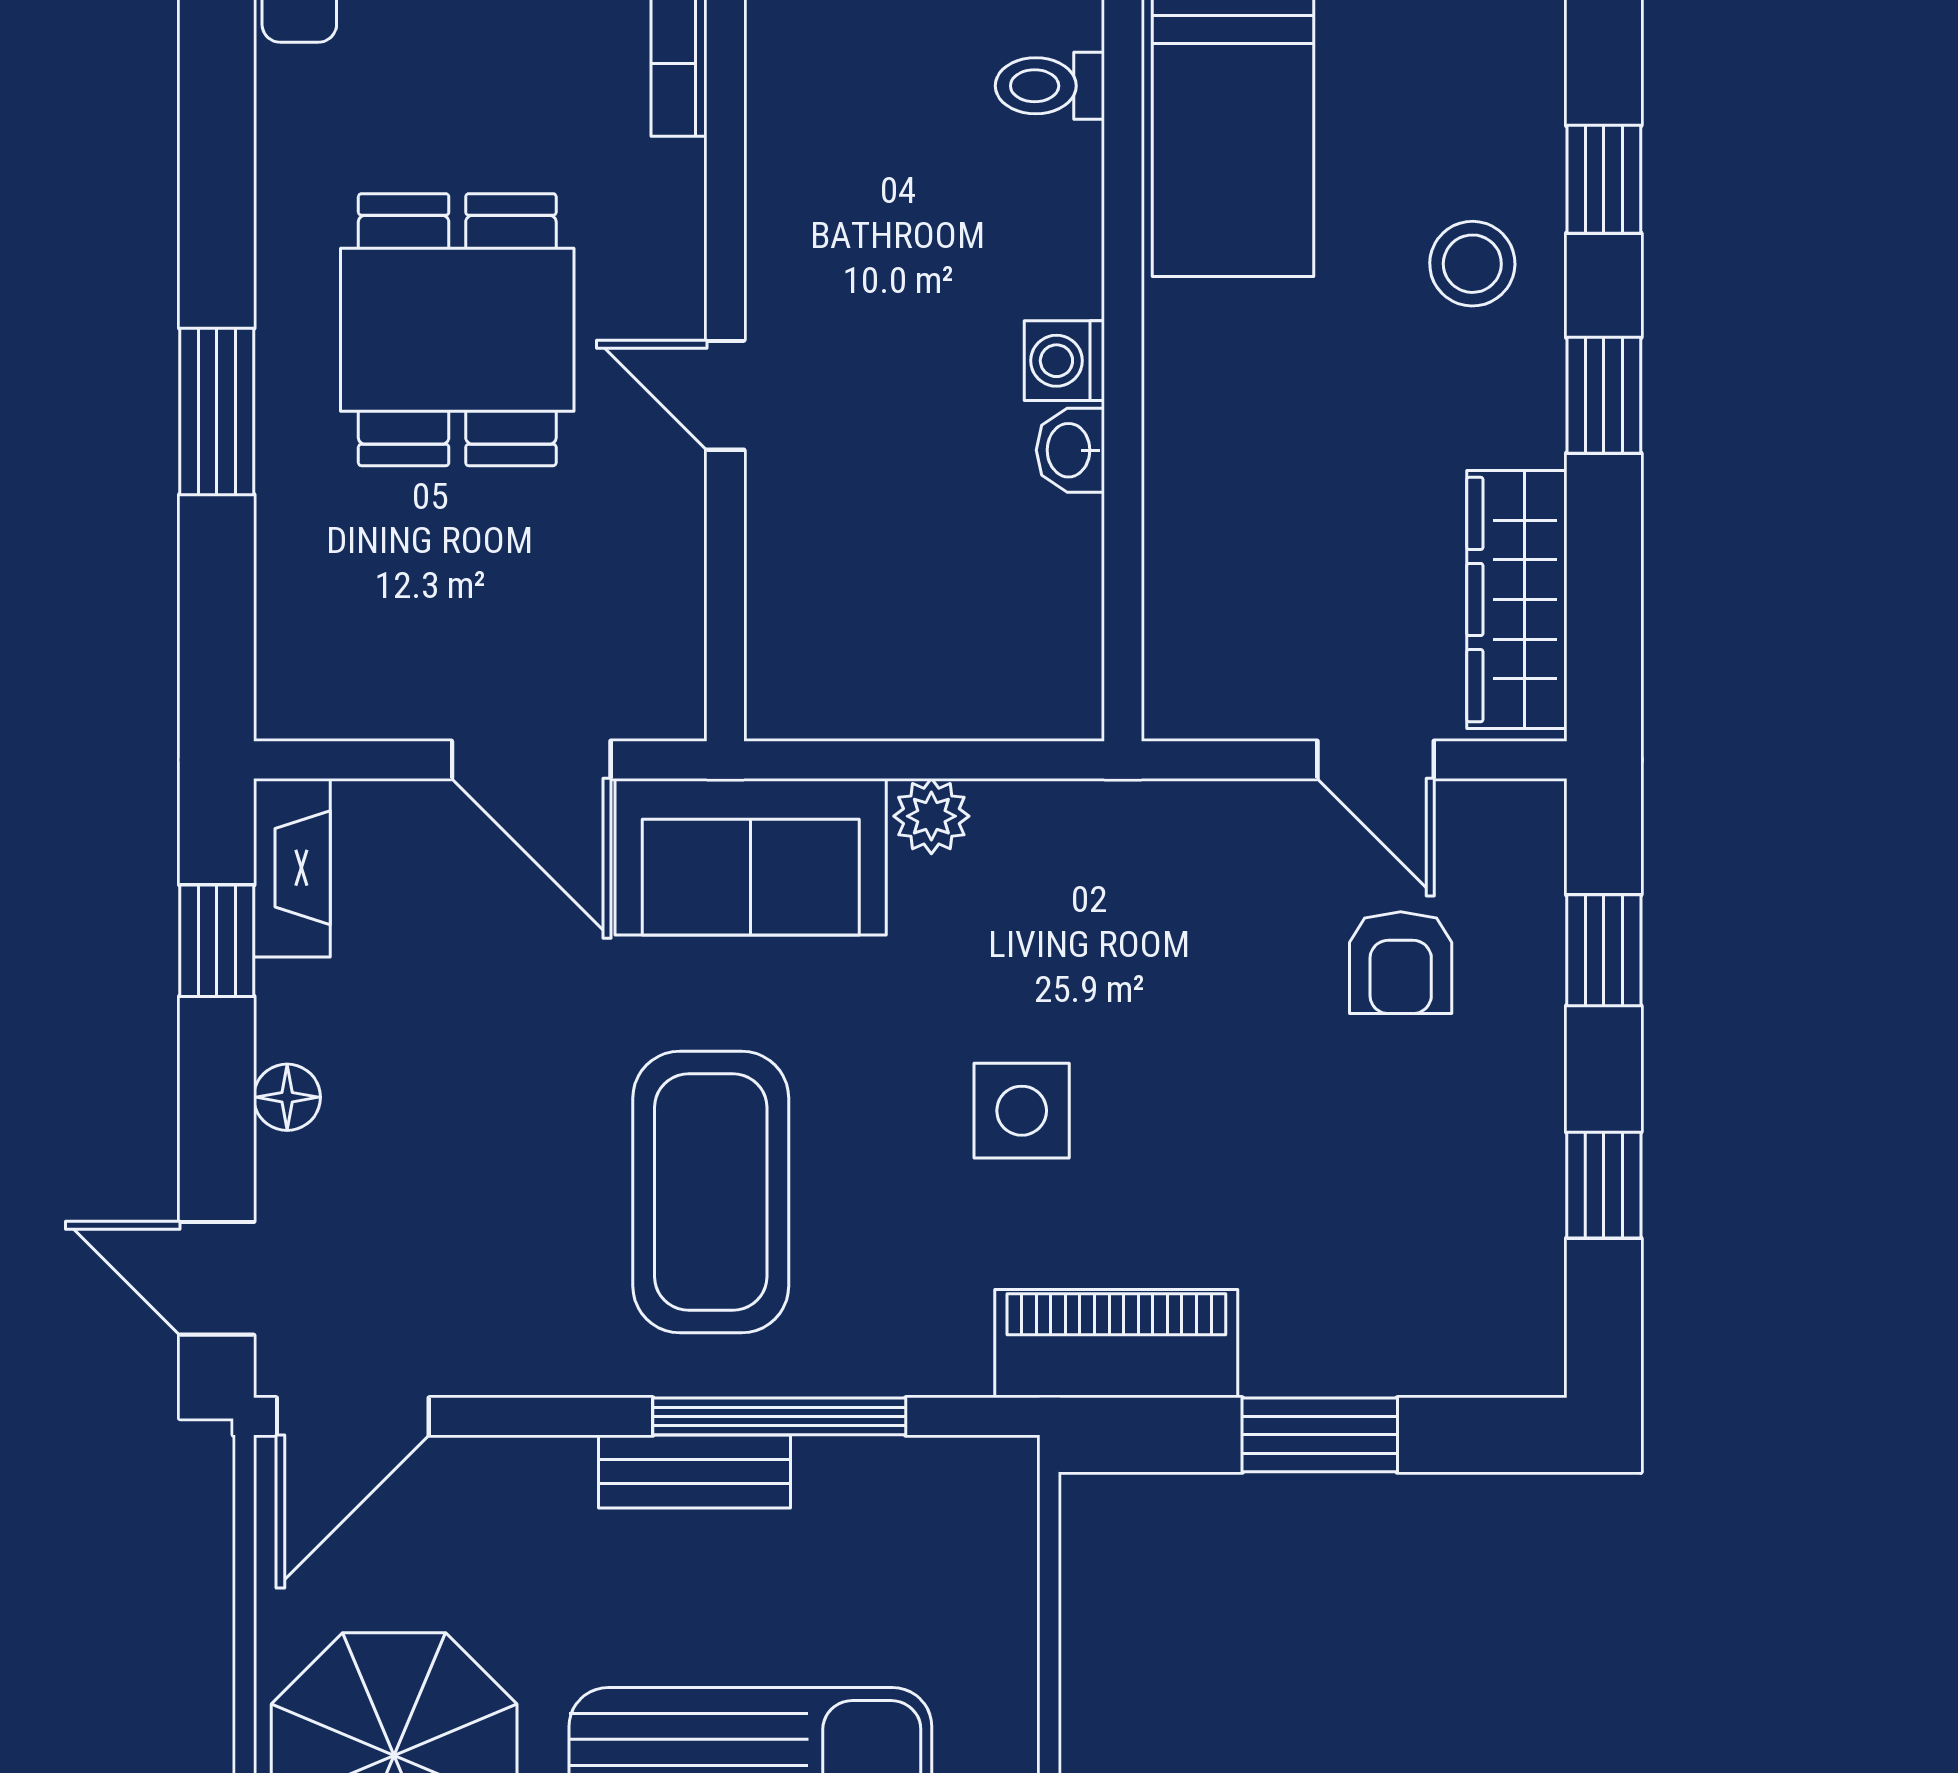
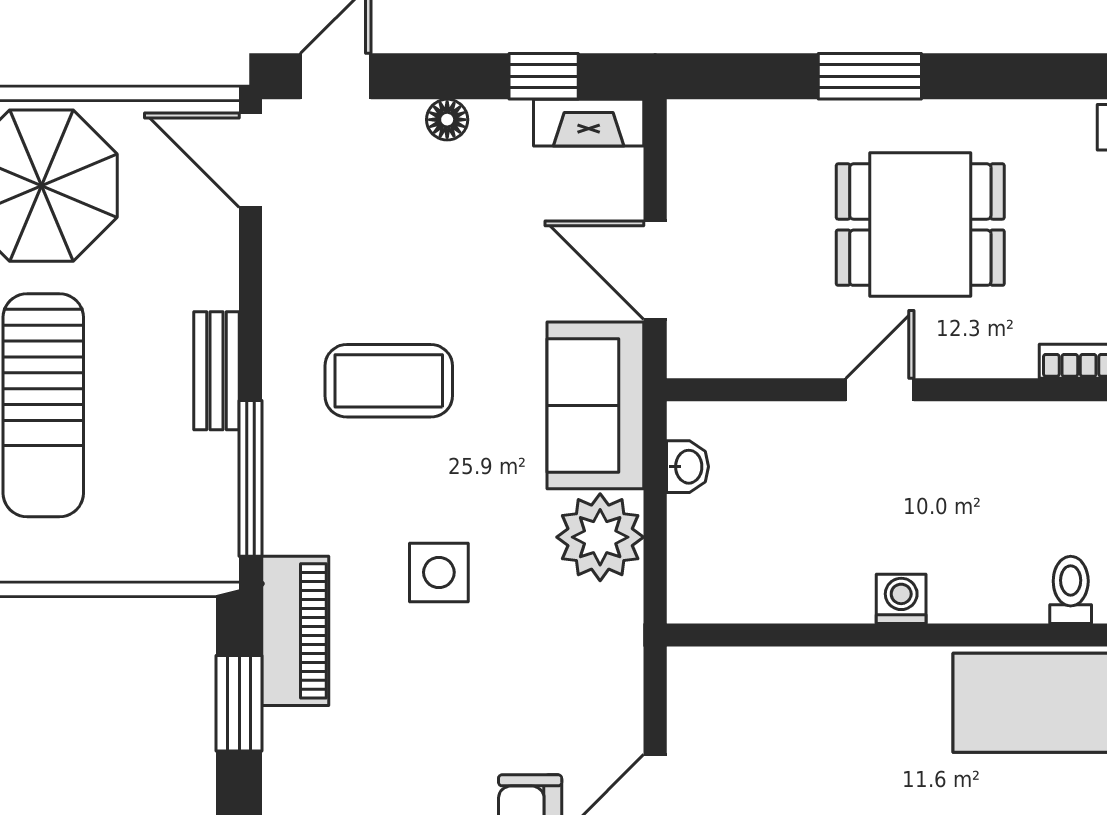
washbasin: (1070, 450) -> (687, 467), moved, turned 90
door: (531, 760) -> (655, 270), hinge flipped
plant: (931, 816) -> (600, 537), width x1.88, depth x1.88
coffee table: (711, 1192) -> (389, 381), width x0.73, depth x0.76
window: (779, 1416) -> (250, 478), moved
window: (1320, 1435) -> (239, 703), moved

